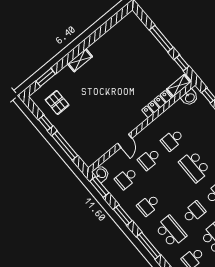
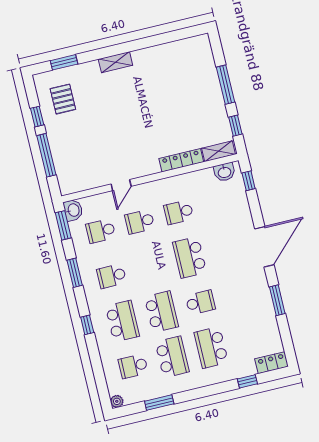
school desk: (194, 212) -> (161, 312), width x1.85
window: (148, 246) -> (87, 325), width x0.46

